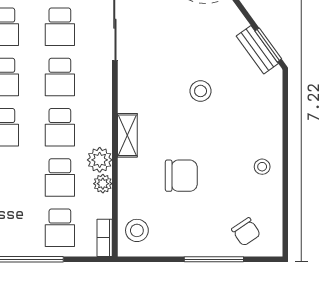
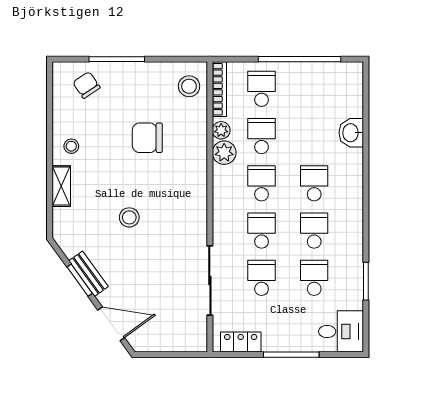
window: (268, 45) -> (80, 280), moved
bench: (257, 50) -> (88, 274), moved
shelving: (127, 135) -> (61, 186), moved
bookcase: (105, 238) -> (219, 89), width x1.56

